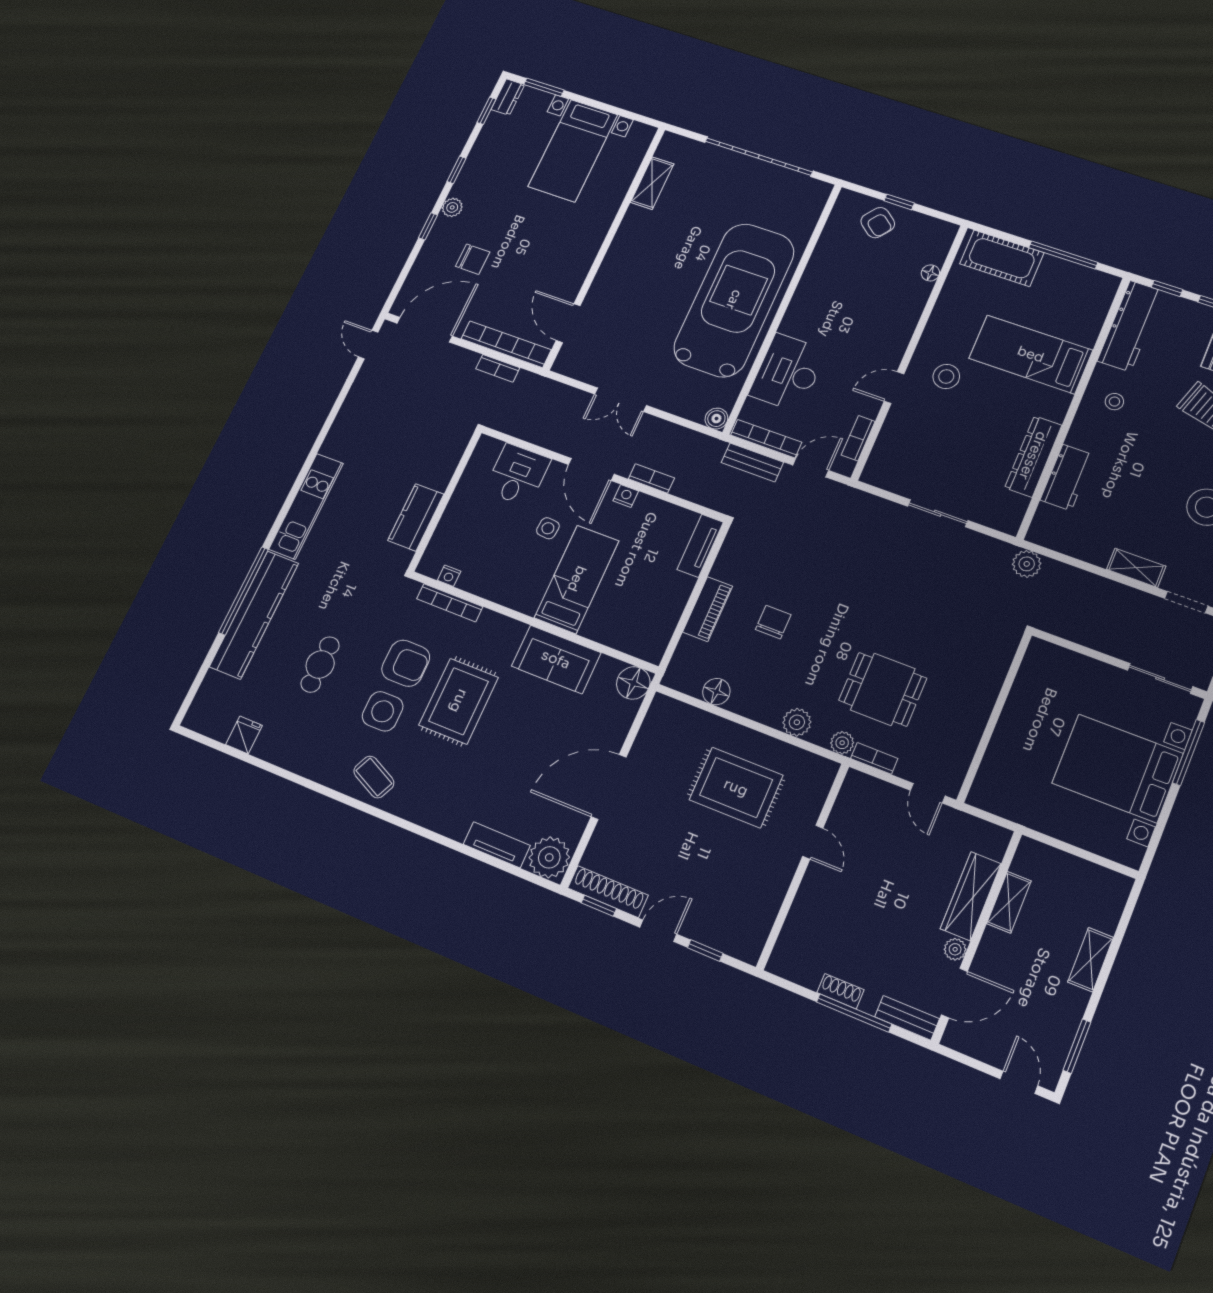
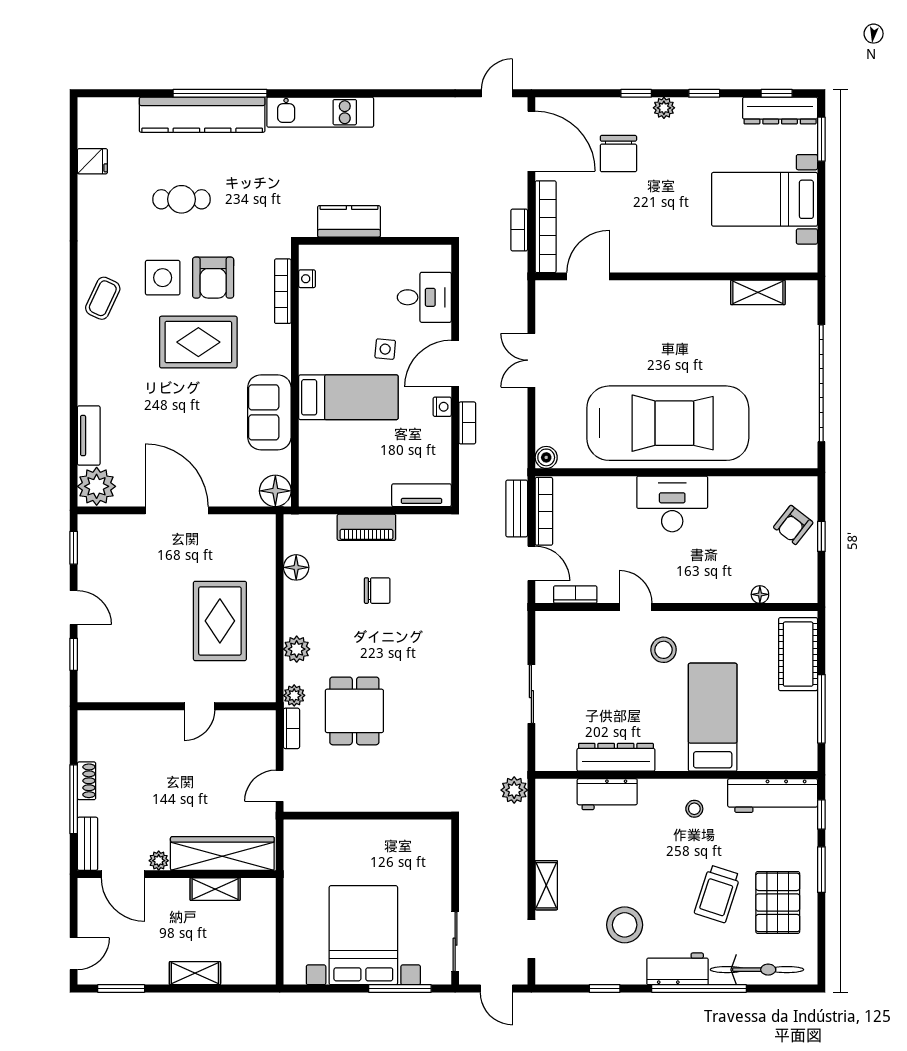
dresser: (508, 97) -> (780, 110), width x1.96, depth x1.24
chair: (473, 259) -> (618, 154), width x1.37, depth x1.37
desk: (788, 373) -> (672, 504), moved
shoe rack: (608, 892) -> (88, 550), removed
wardrobe: (971, 896) -> (222, 853), width x1.40, depth x1.17

